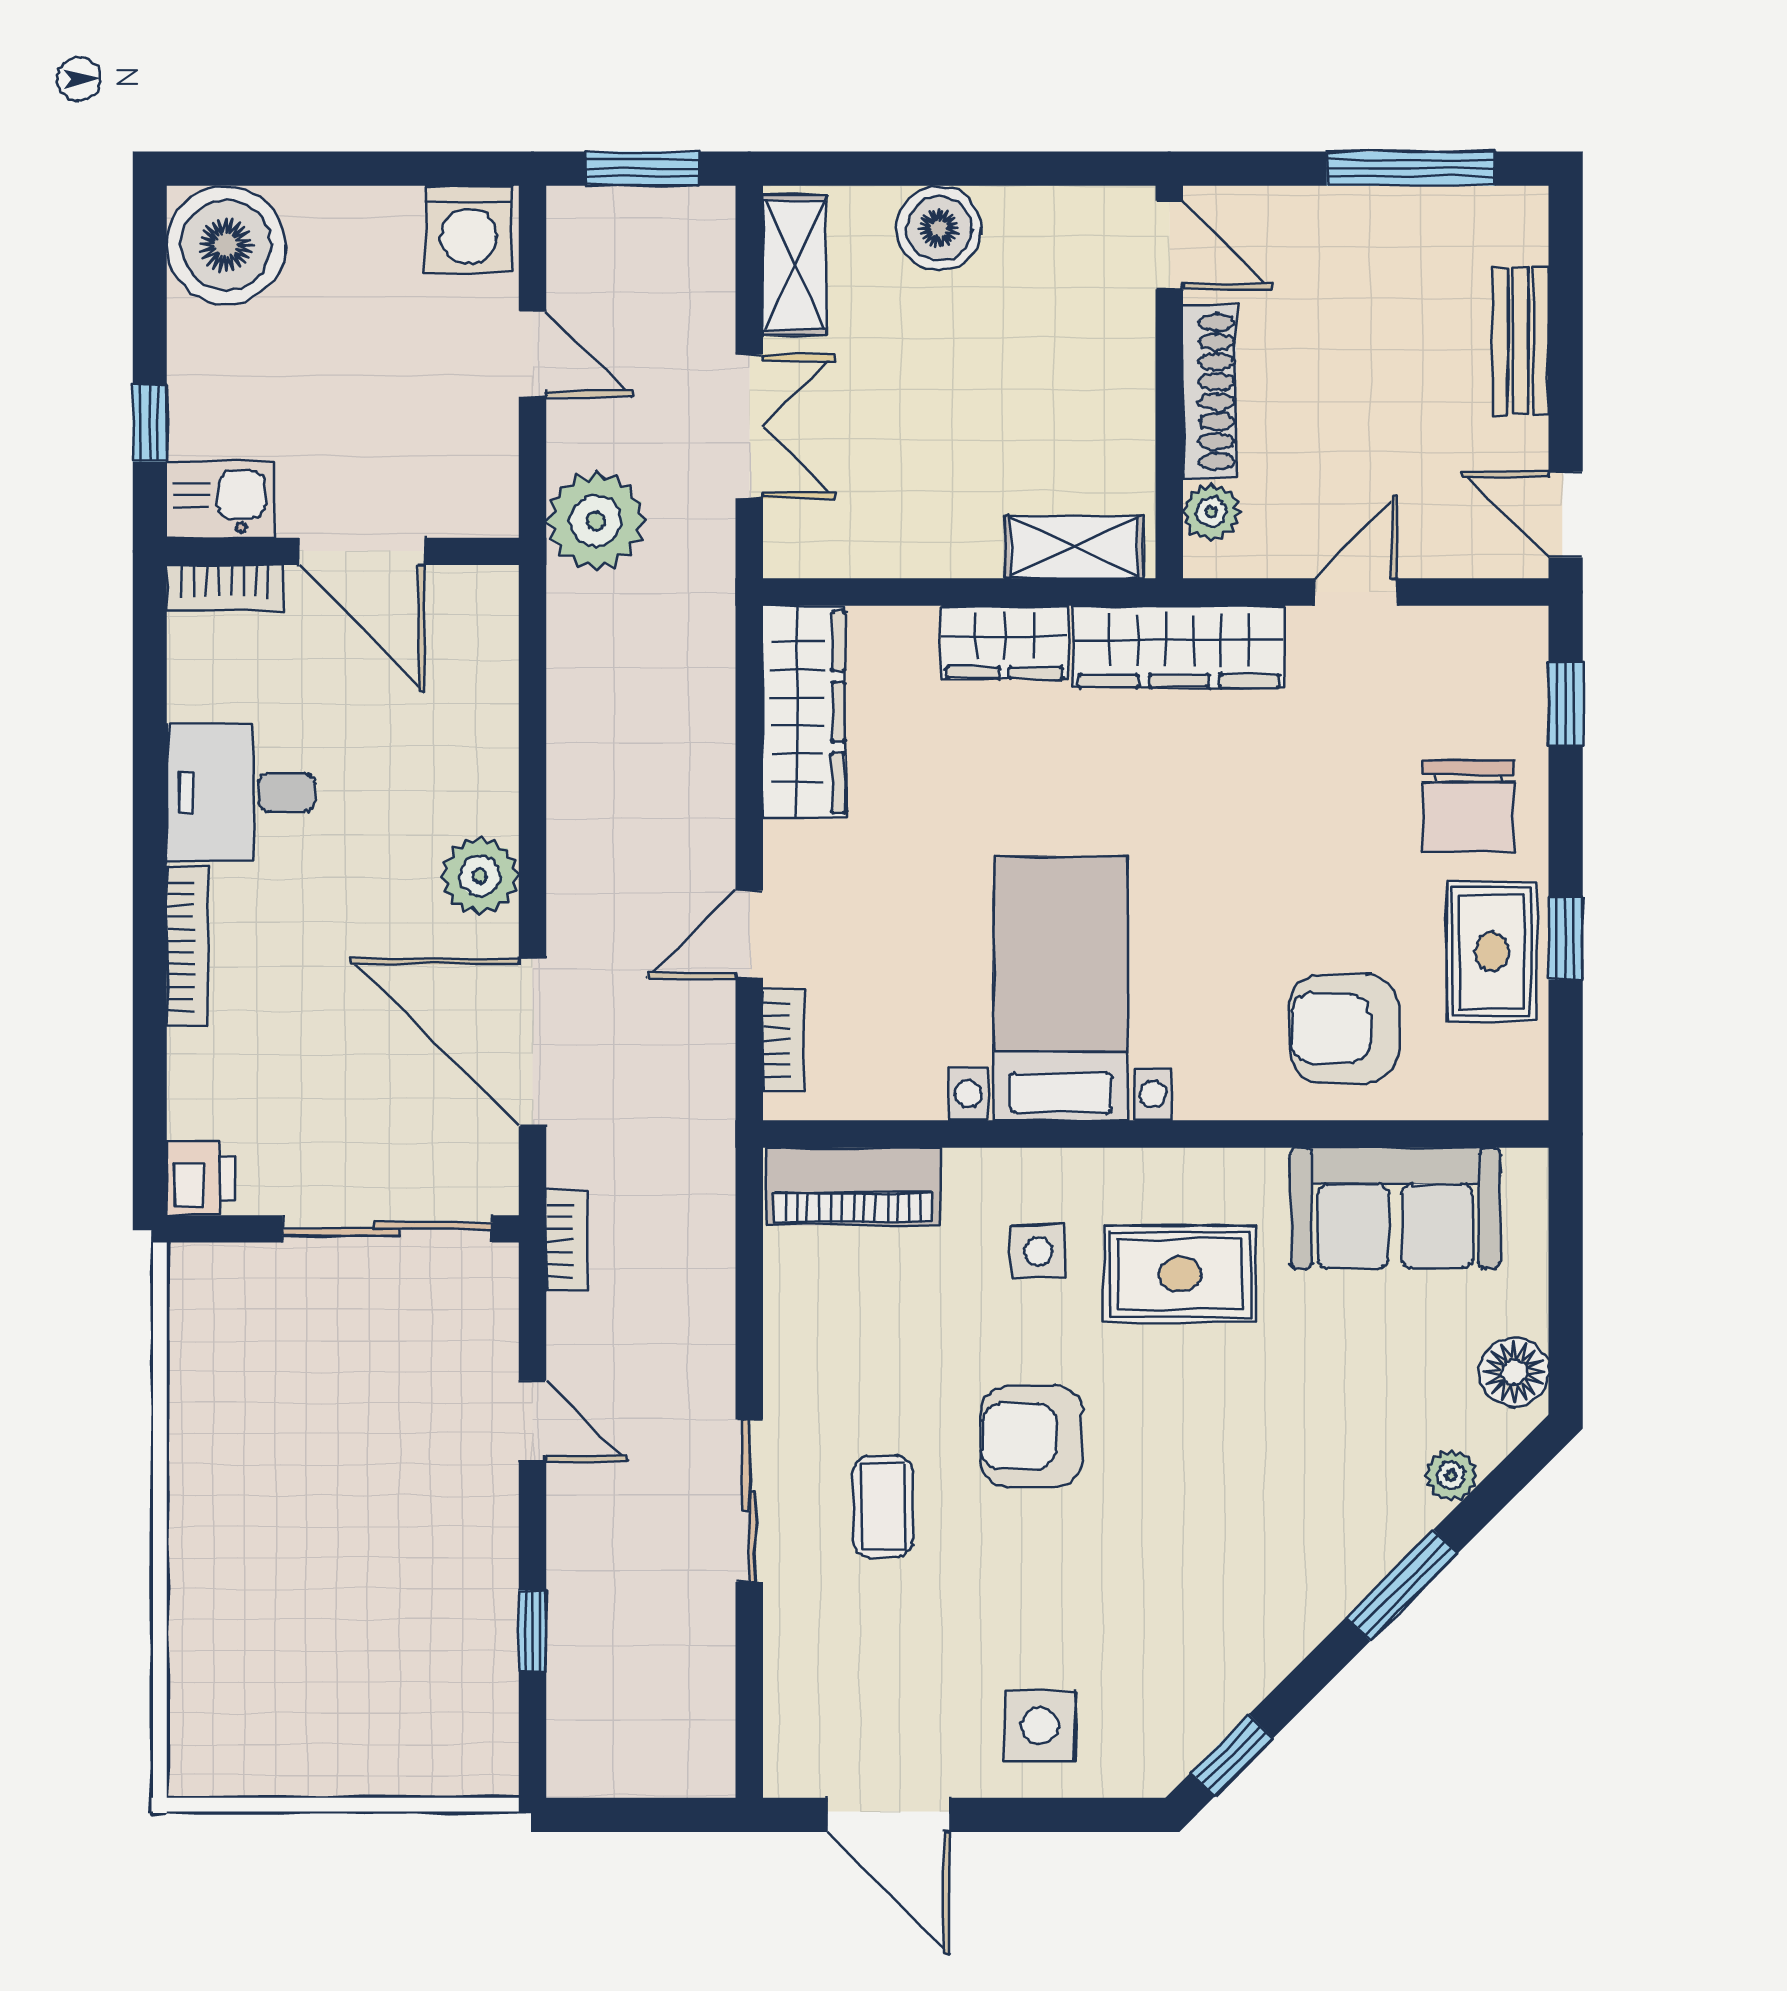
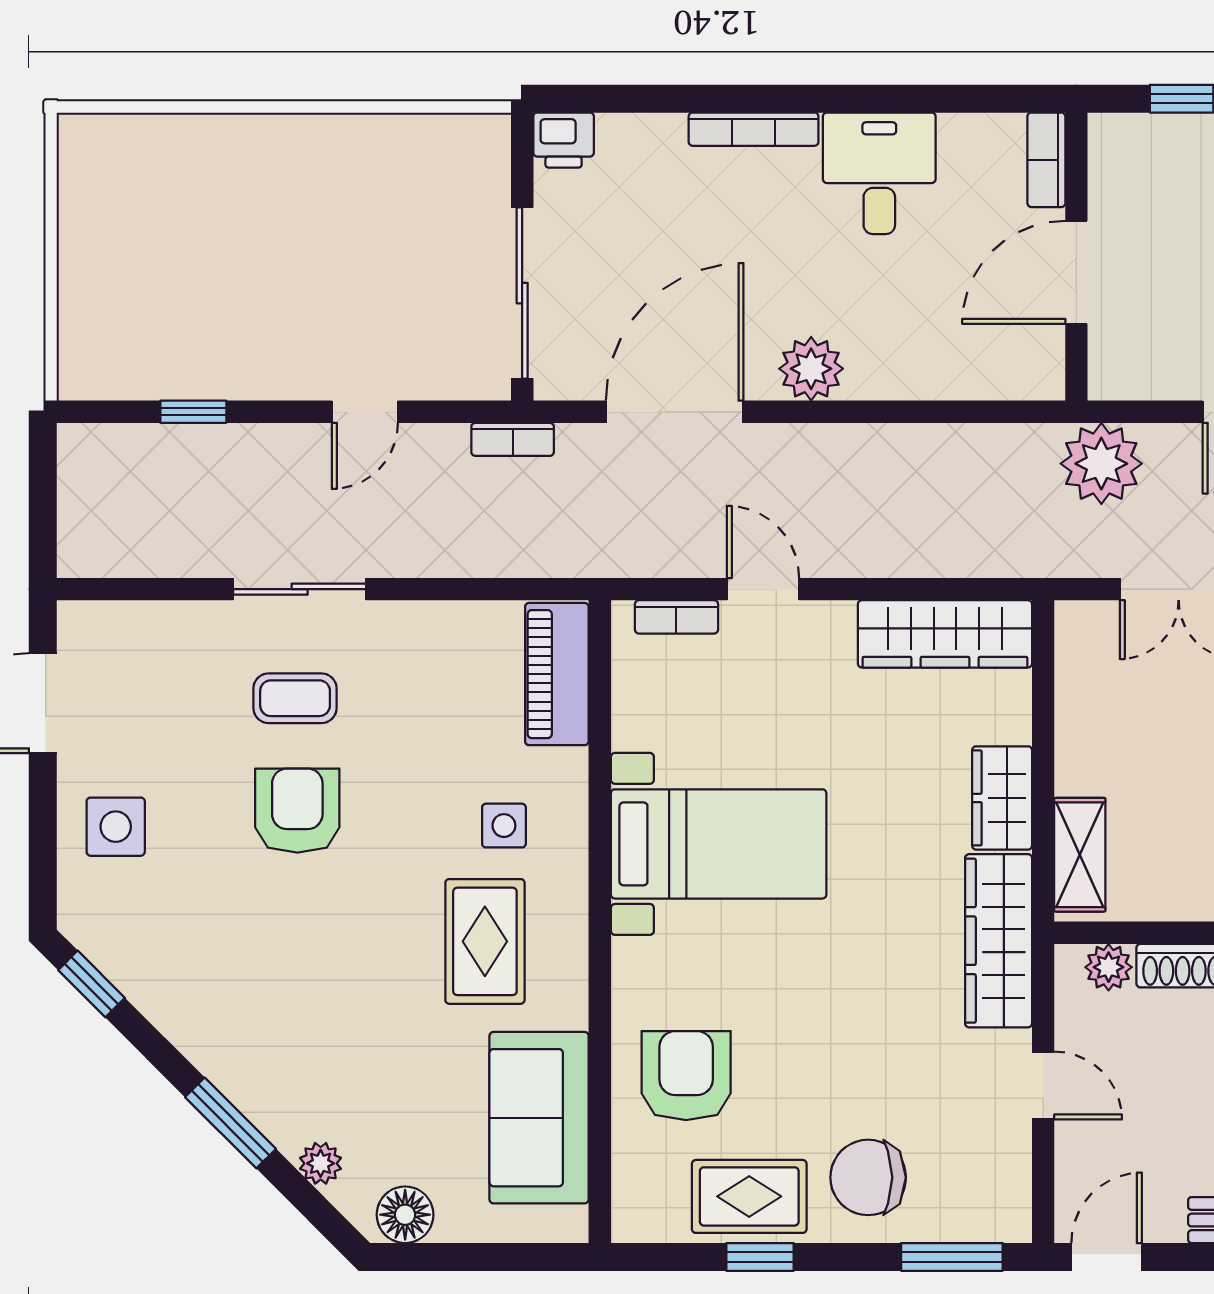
kitchen sink: (220, 499) -> (1119, 156), removed
window: (1566, 704) -> (952, 1257), width x1.50
armchair: (1031, 1436) -> (297, 811), moved

